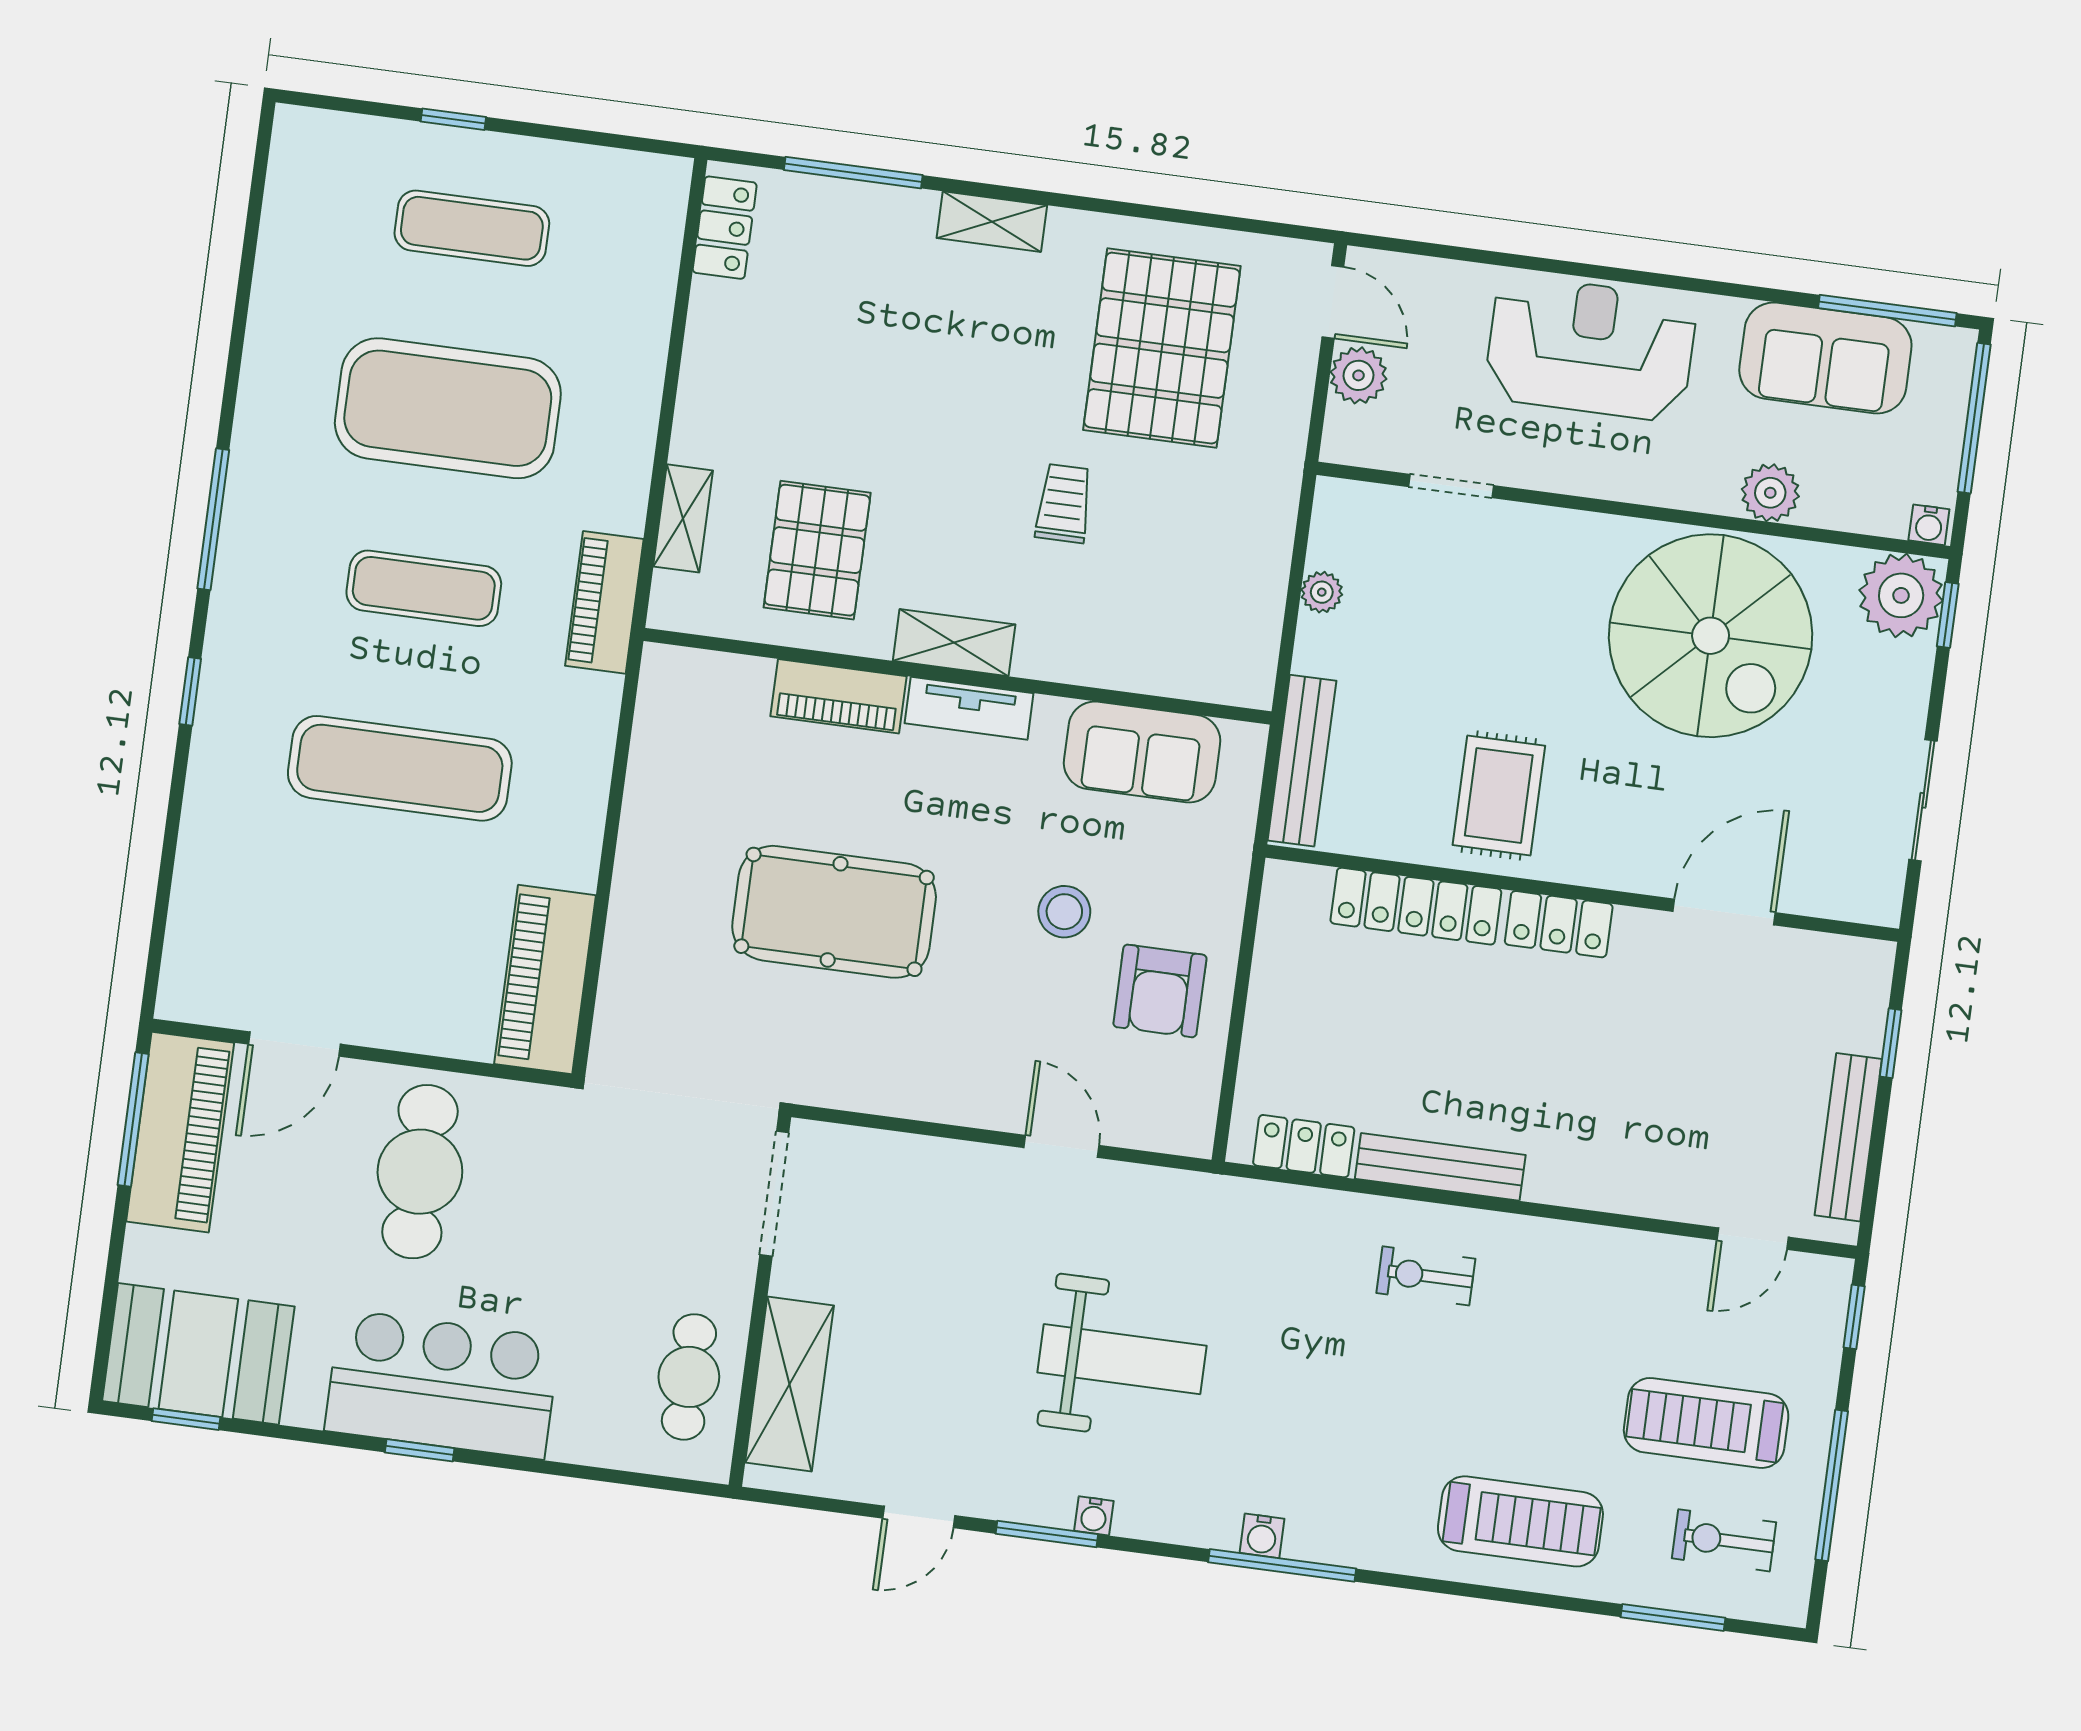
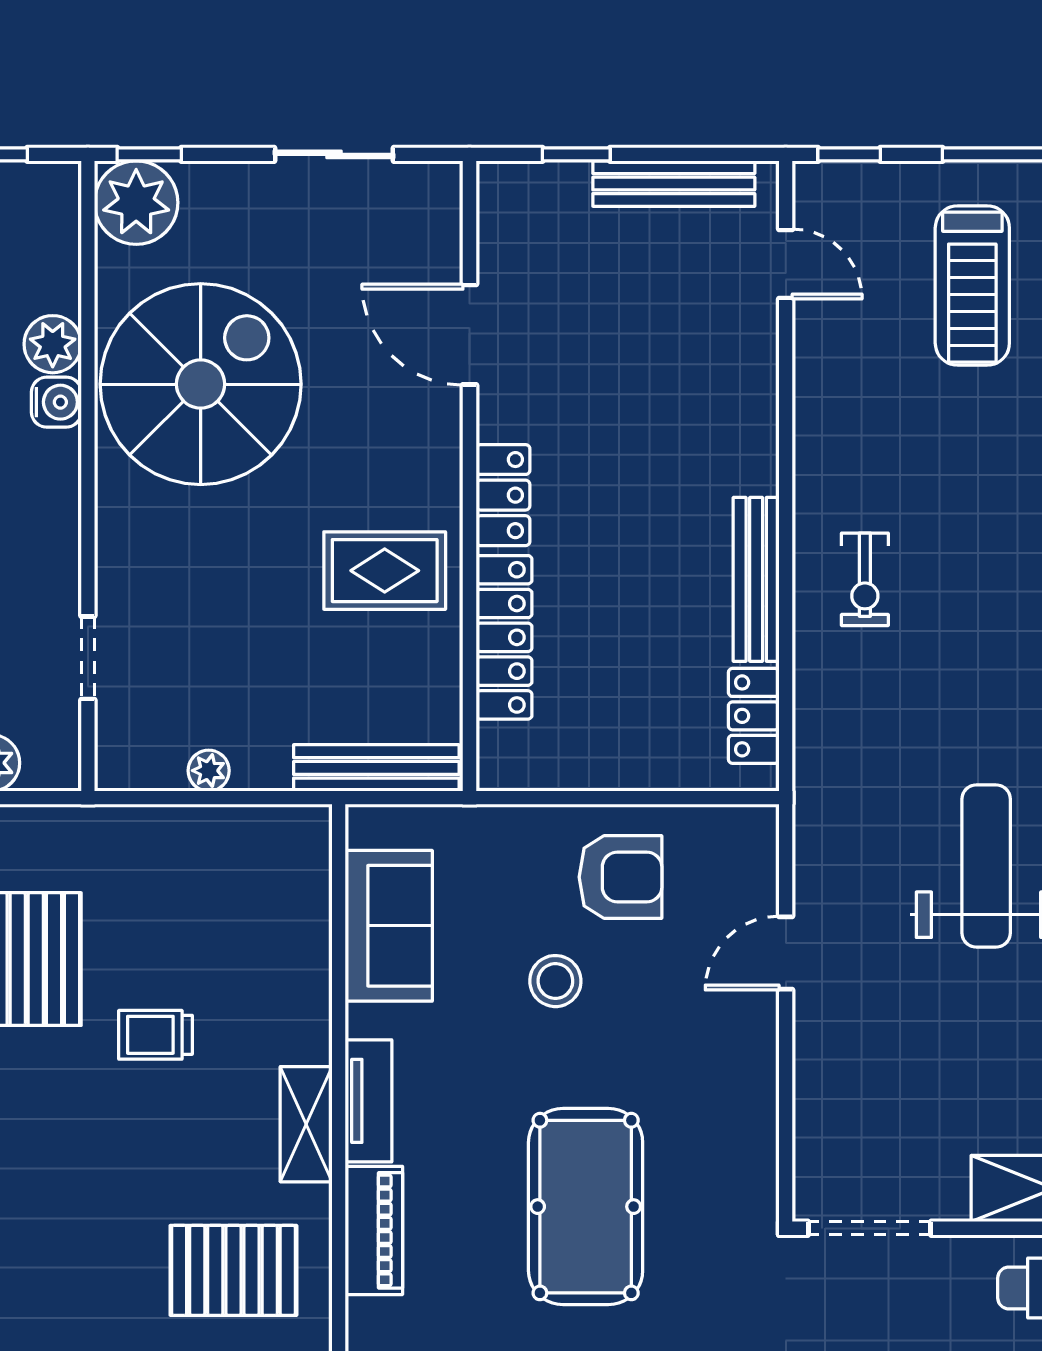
water cooler: (1929, 525) -> (56, 402), moved, width x1.38, depth x1.38

